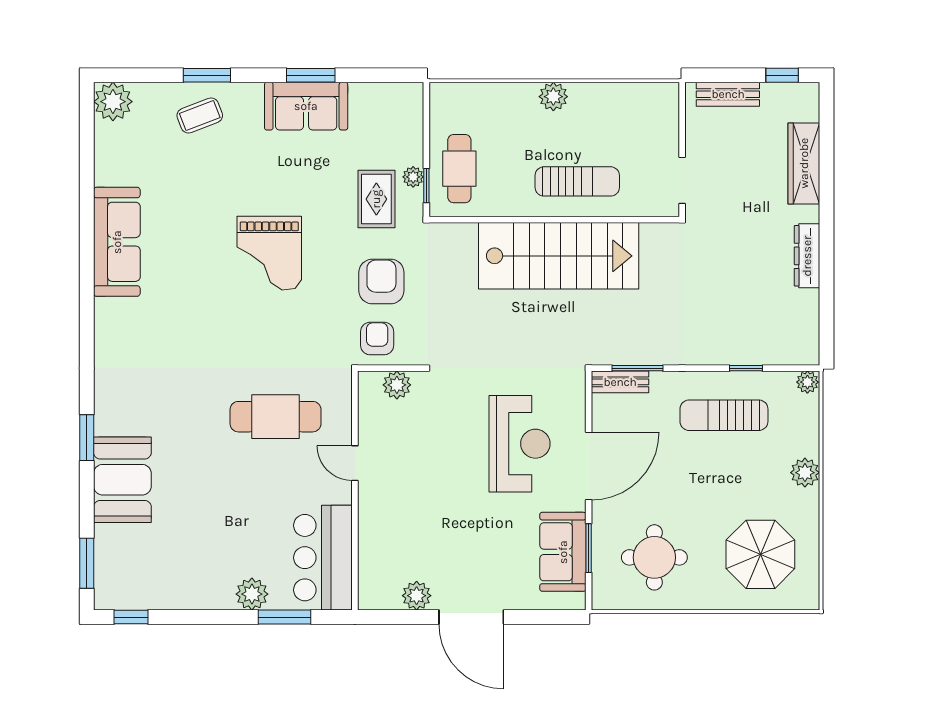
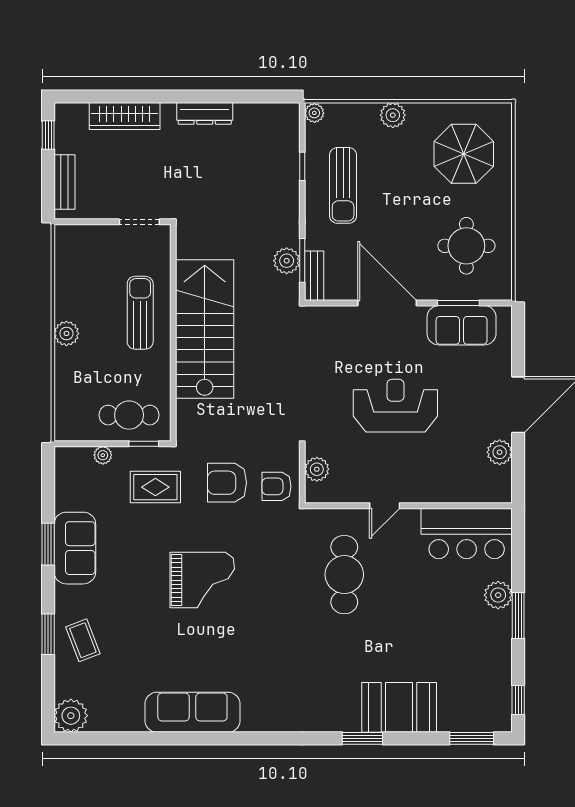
plant: (413, 177) -> (103, 455), moved
plant: (637, 350) -> (287, 261), added
reception desk: (520, 444) -> (395, 406), moved
window: (284, 617) -> (518, 616), moved

